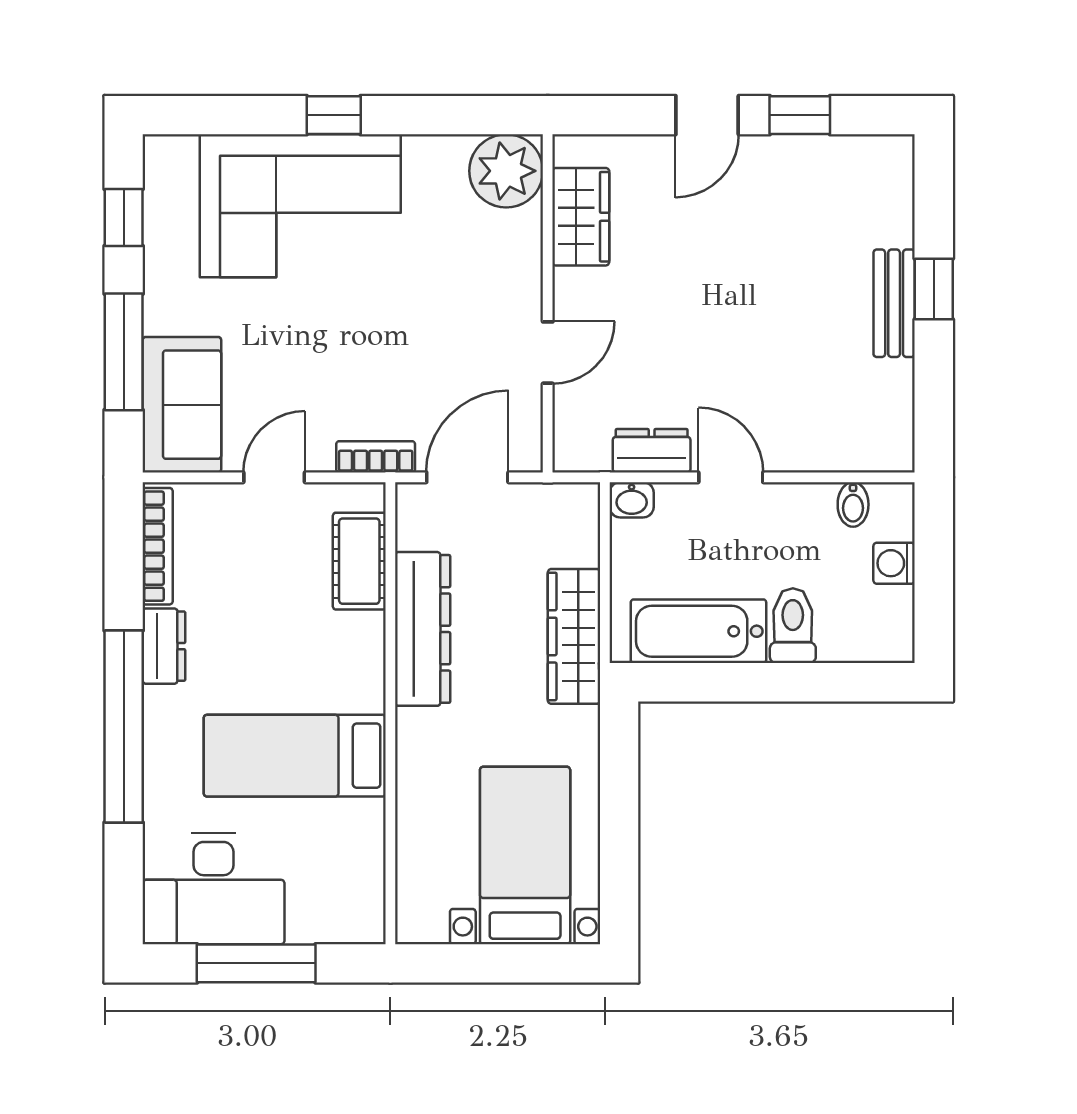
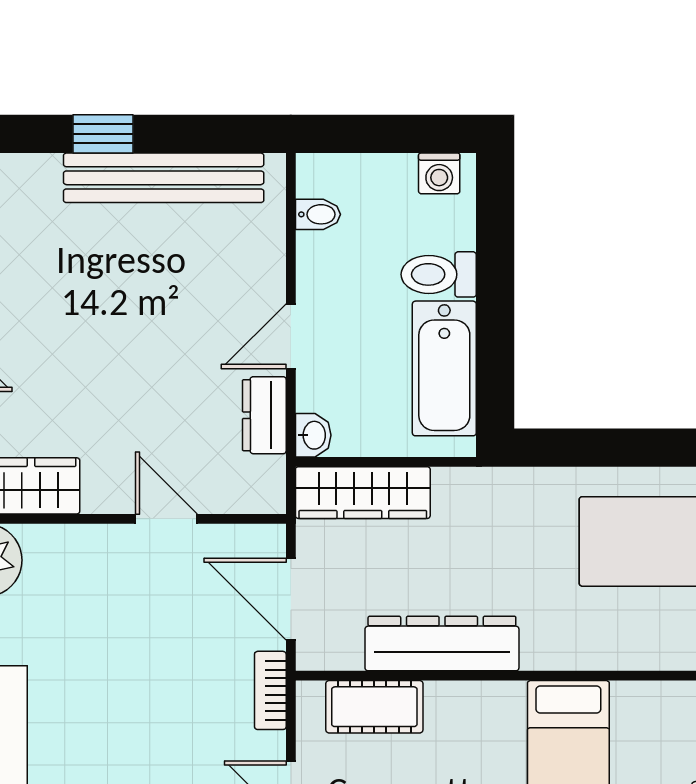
bench: (894, 303) -> (164, 178), width x1.86, depth x1.21
washing machine: (894, 563) -> (439, 173), moved
wardrobe: (574, 636) -> (363, 493), moved

